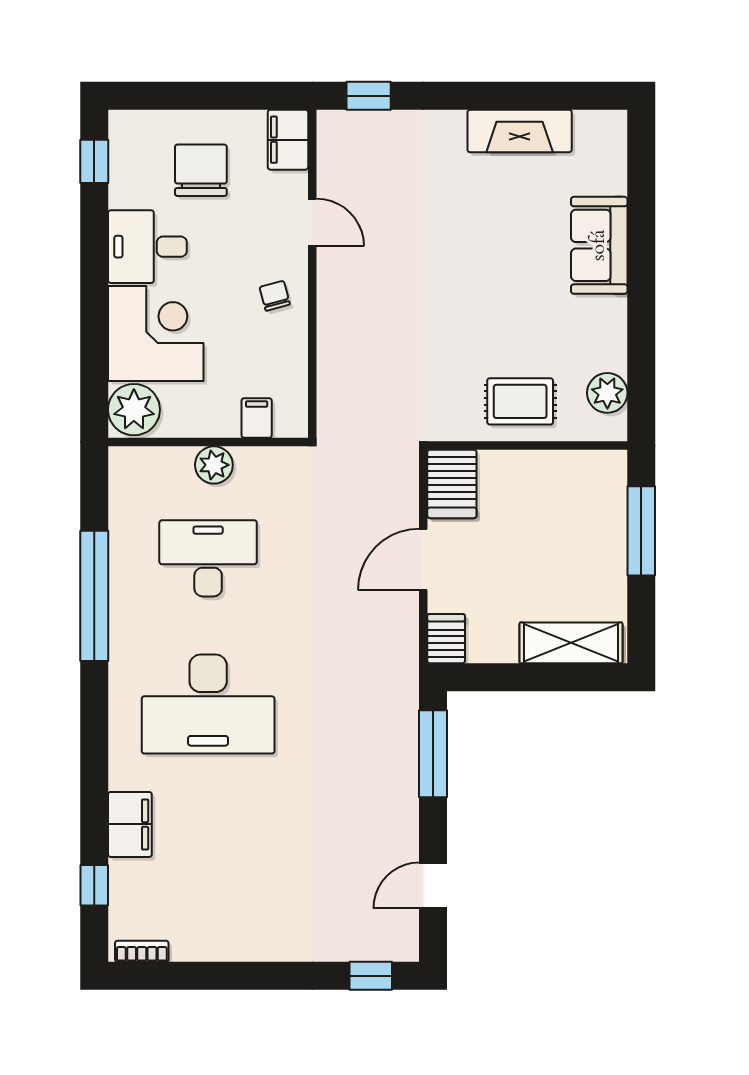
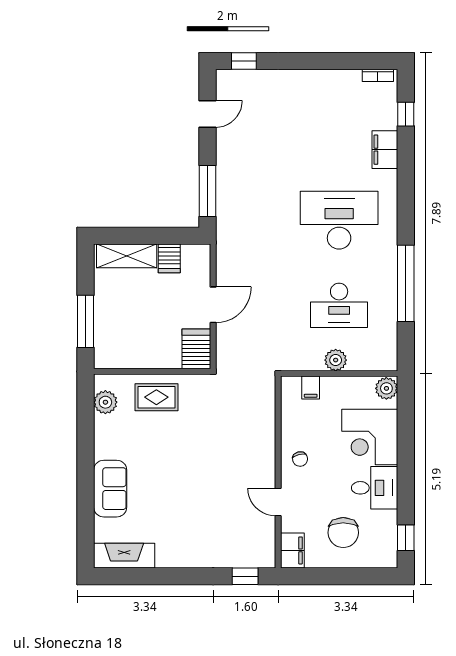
fireplace: (520, 131) -> (124, 556), moved
plant: (134, 410) -> (386, 388), width x0.73, depth x0.73
server rack: (446, 639) -> (169, 258), moved

